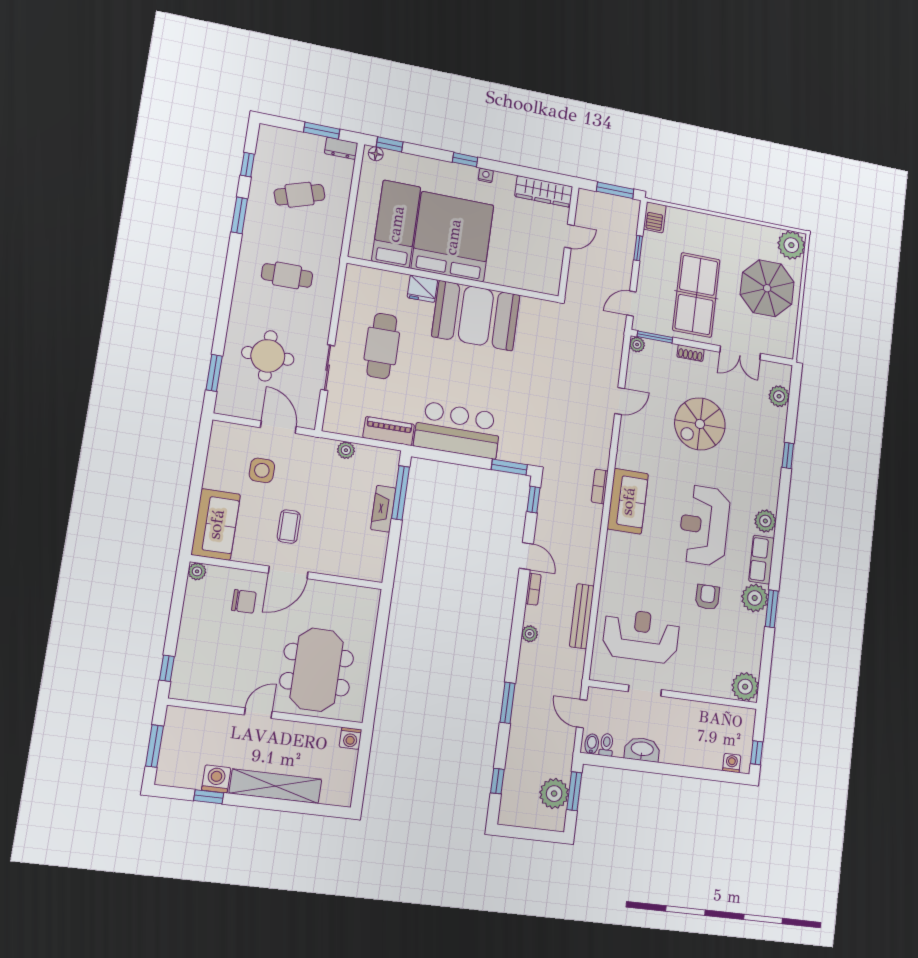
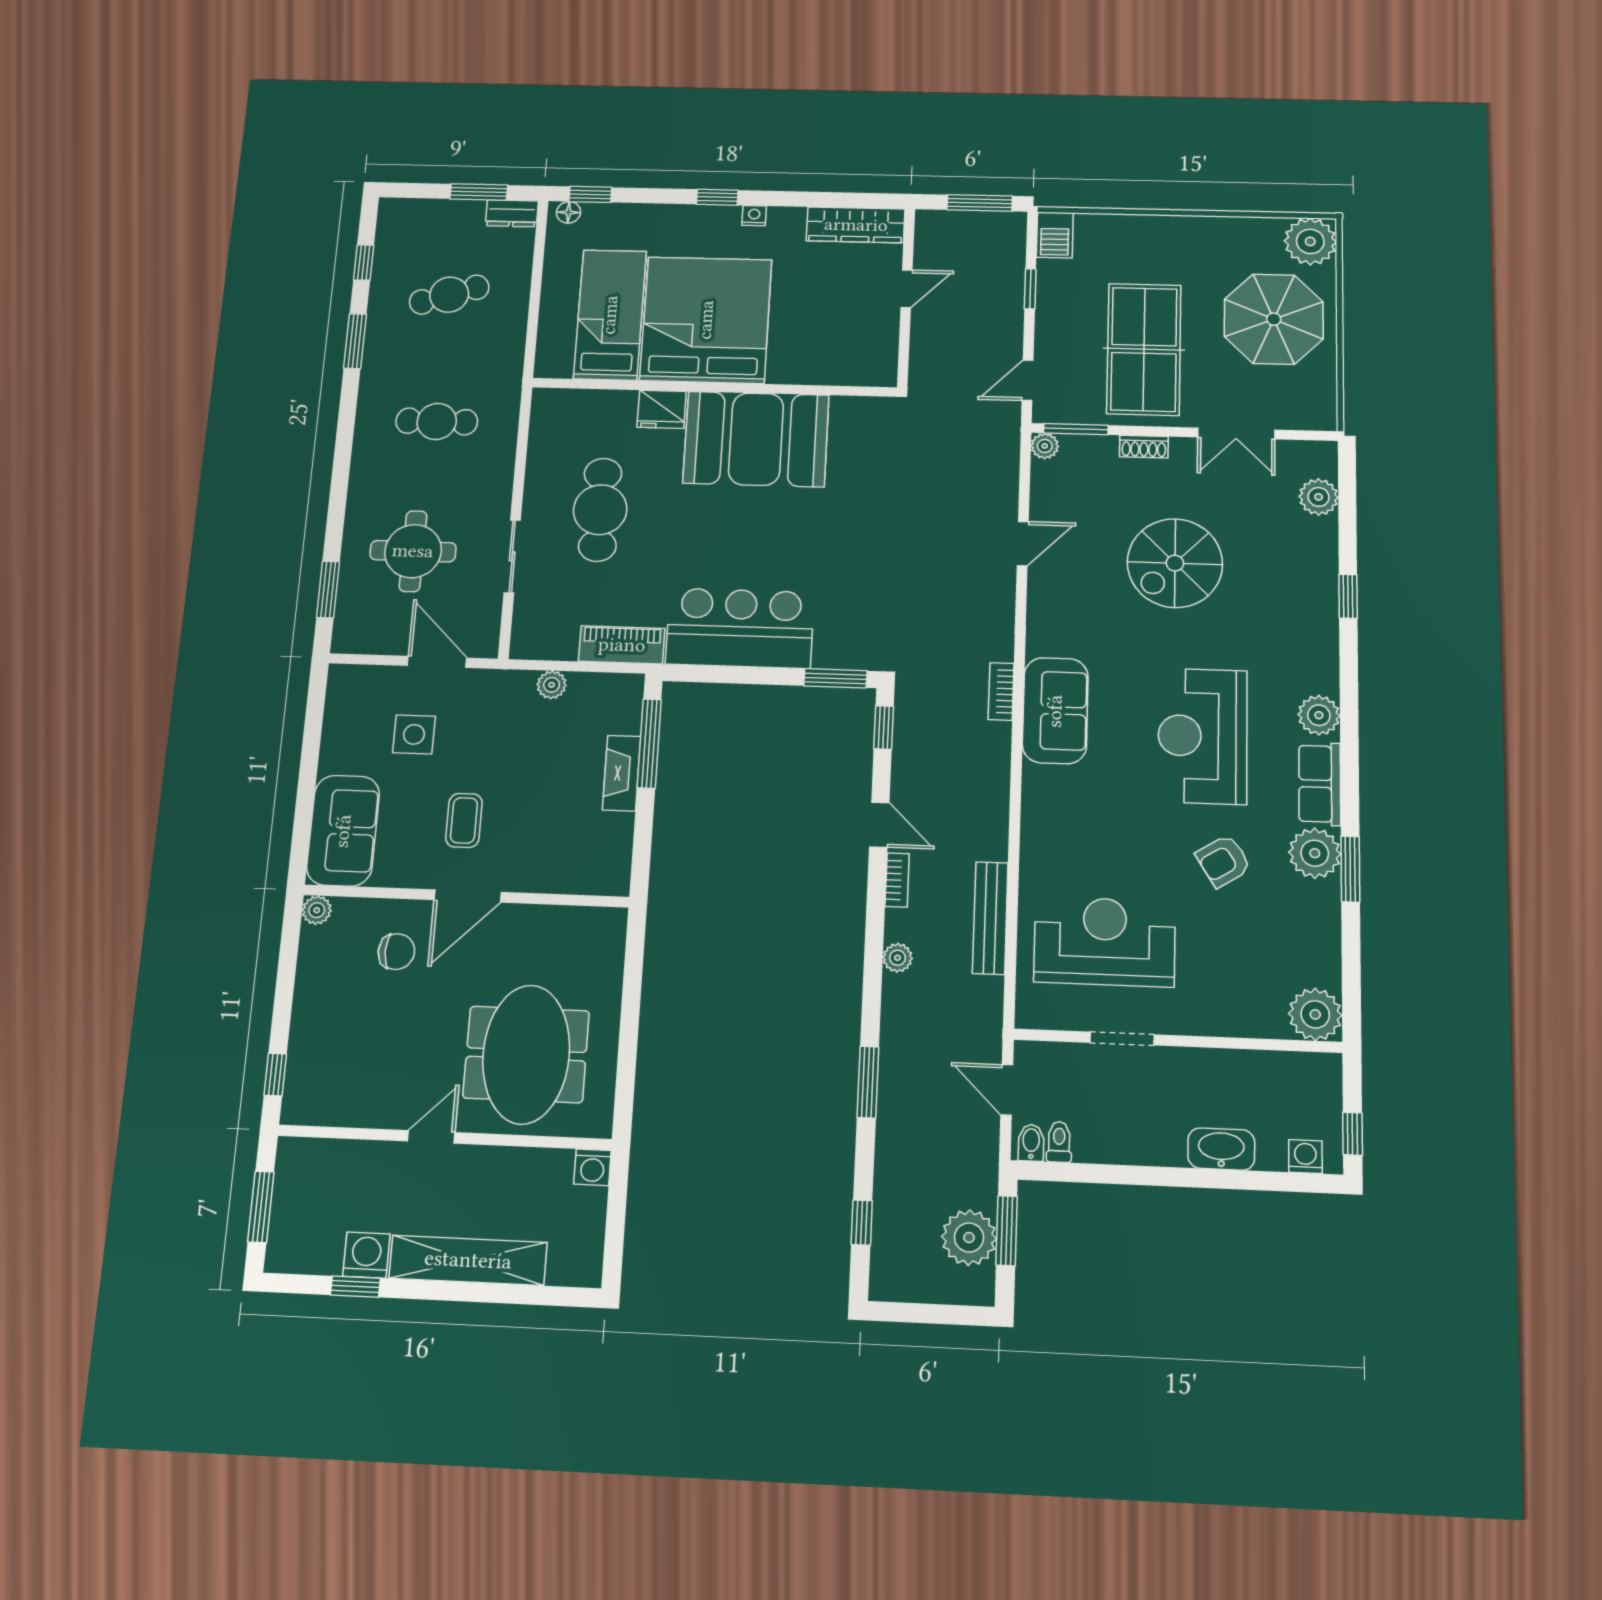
armchair: (707, 597) -> (1223, 861), turned -122
washbasin: (642, 749) -> (1221, 1149), moved

